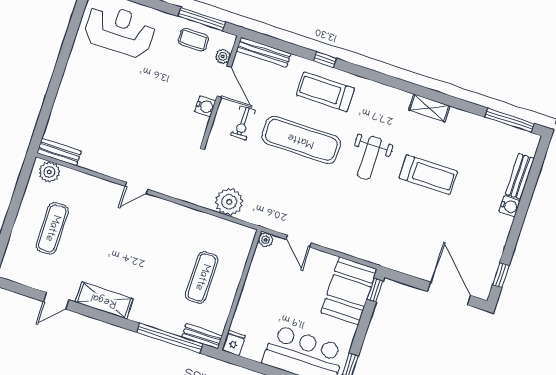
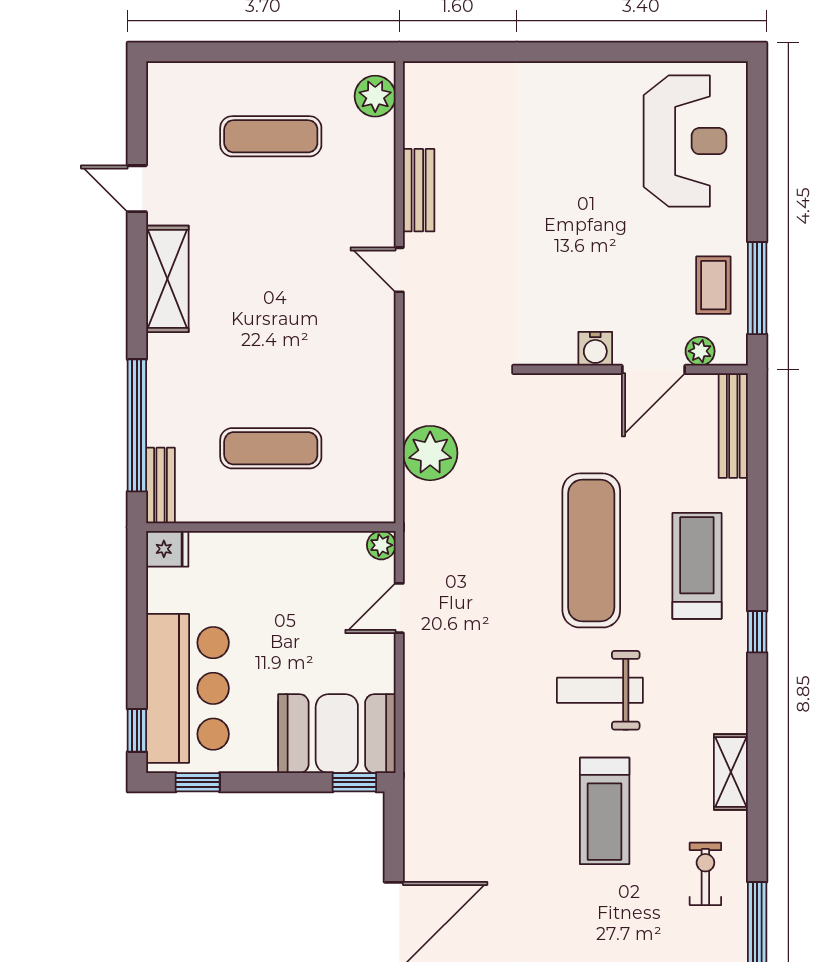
window: (325, 60) -> (757, 632), moved
exercise bike: (243, 123) -> (705, 874), moved, turned 90
bench: (59, 152) -> (419, 190), moved

